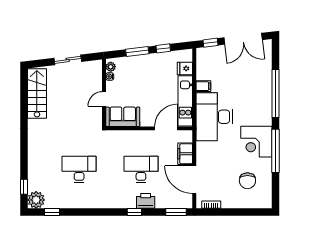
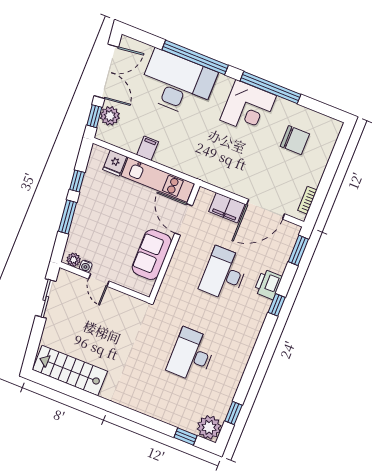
plant: (215, 53) -> (110, 116), added
sliding door: (68, 60) -> (46, 298), moved
door: (104, 99) -> (99, 280), moved
sofa: (123, 117) -> (152, 255), moved
desk: (214, 117) -> (177, 83), moved, turned 180

